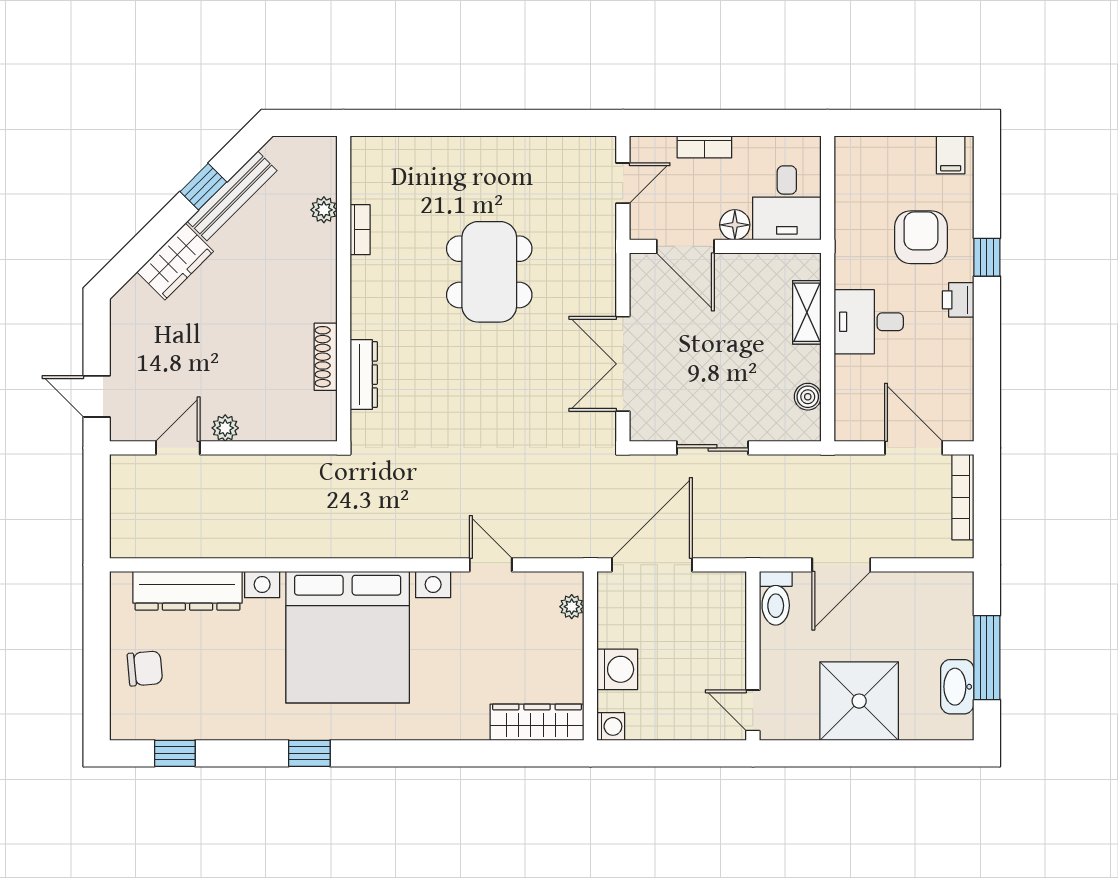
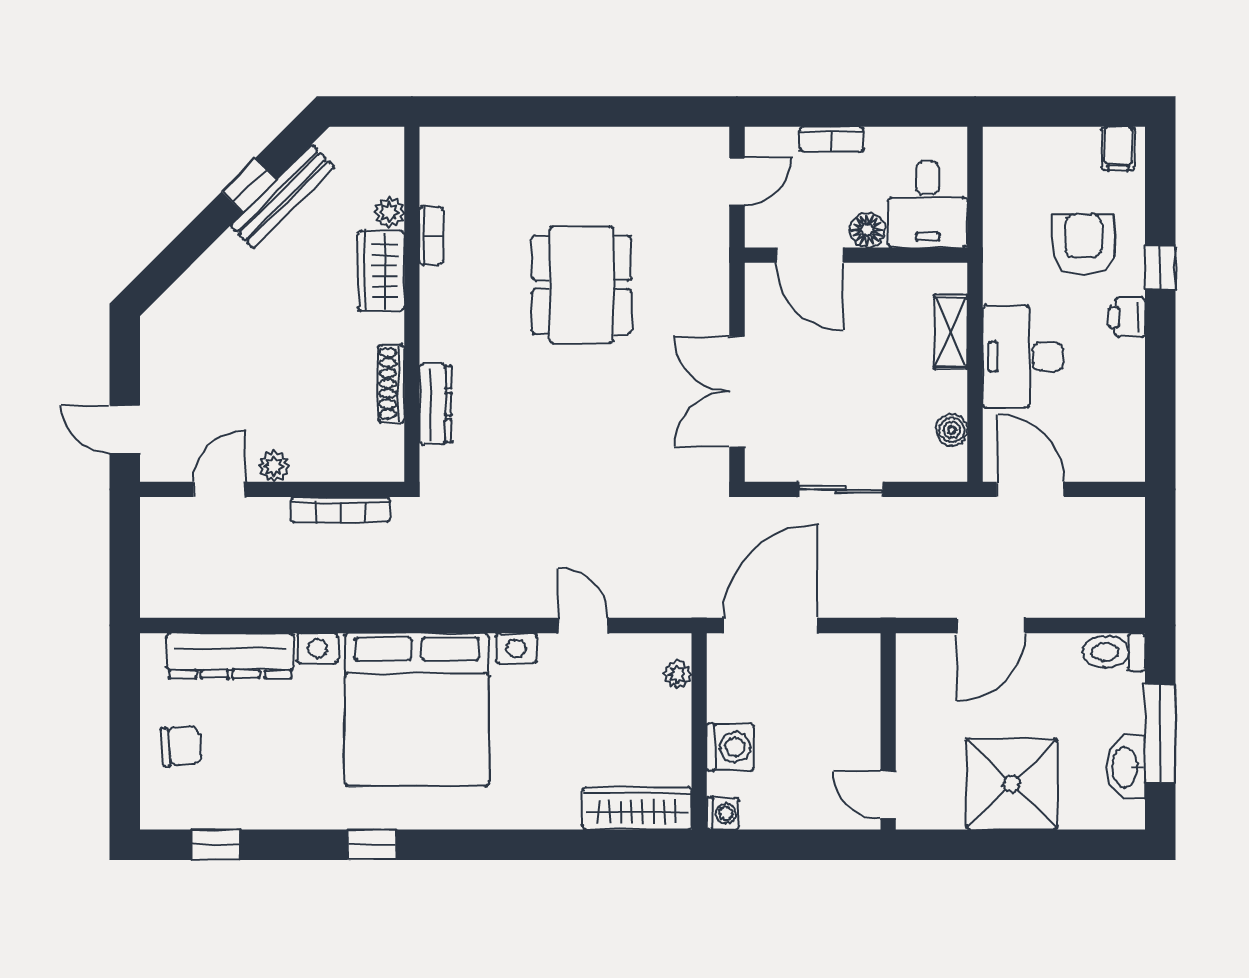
wardrobe: (175, 262) -> (381, 271), moved, turned 135
desk: (869, 322) -> (1023, 357), width x1.37
door: (914, 448) -> (1030, 489), moved
bookcase: (963, 497) -> (340, 510), moved, turned -90
toilet: (776, 598) -> (1114, 652), moved, turned 90

